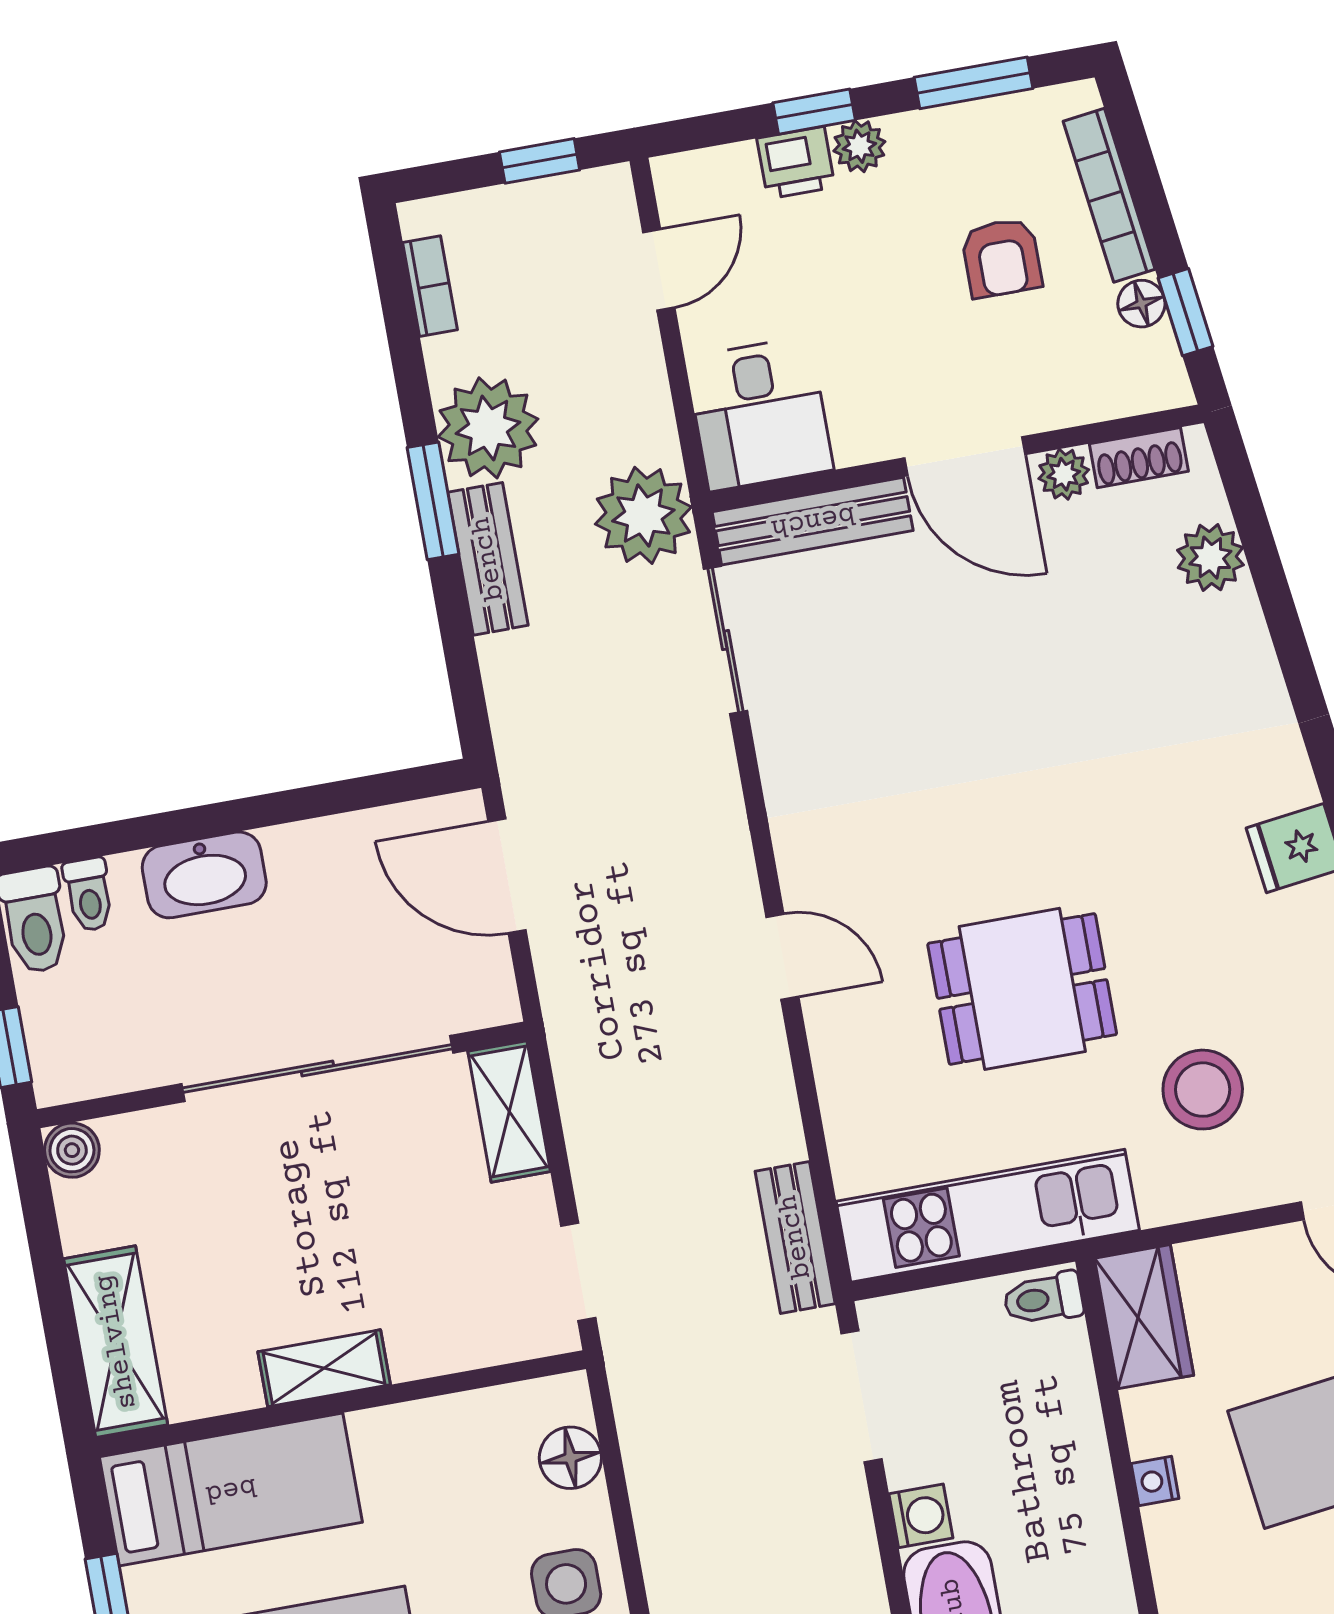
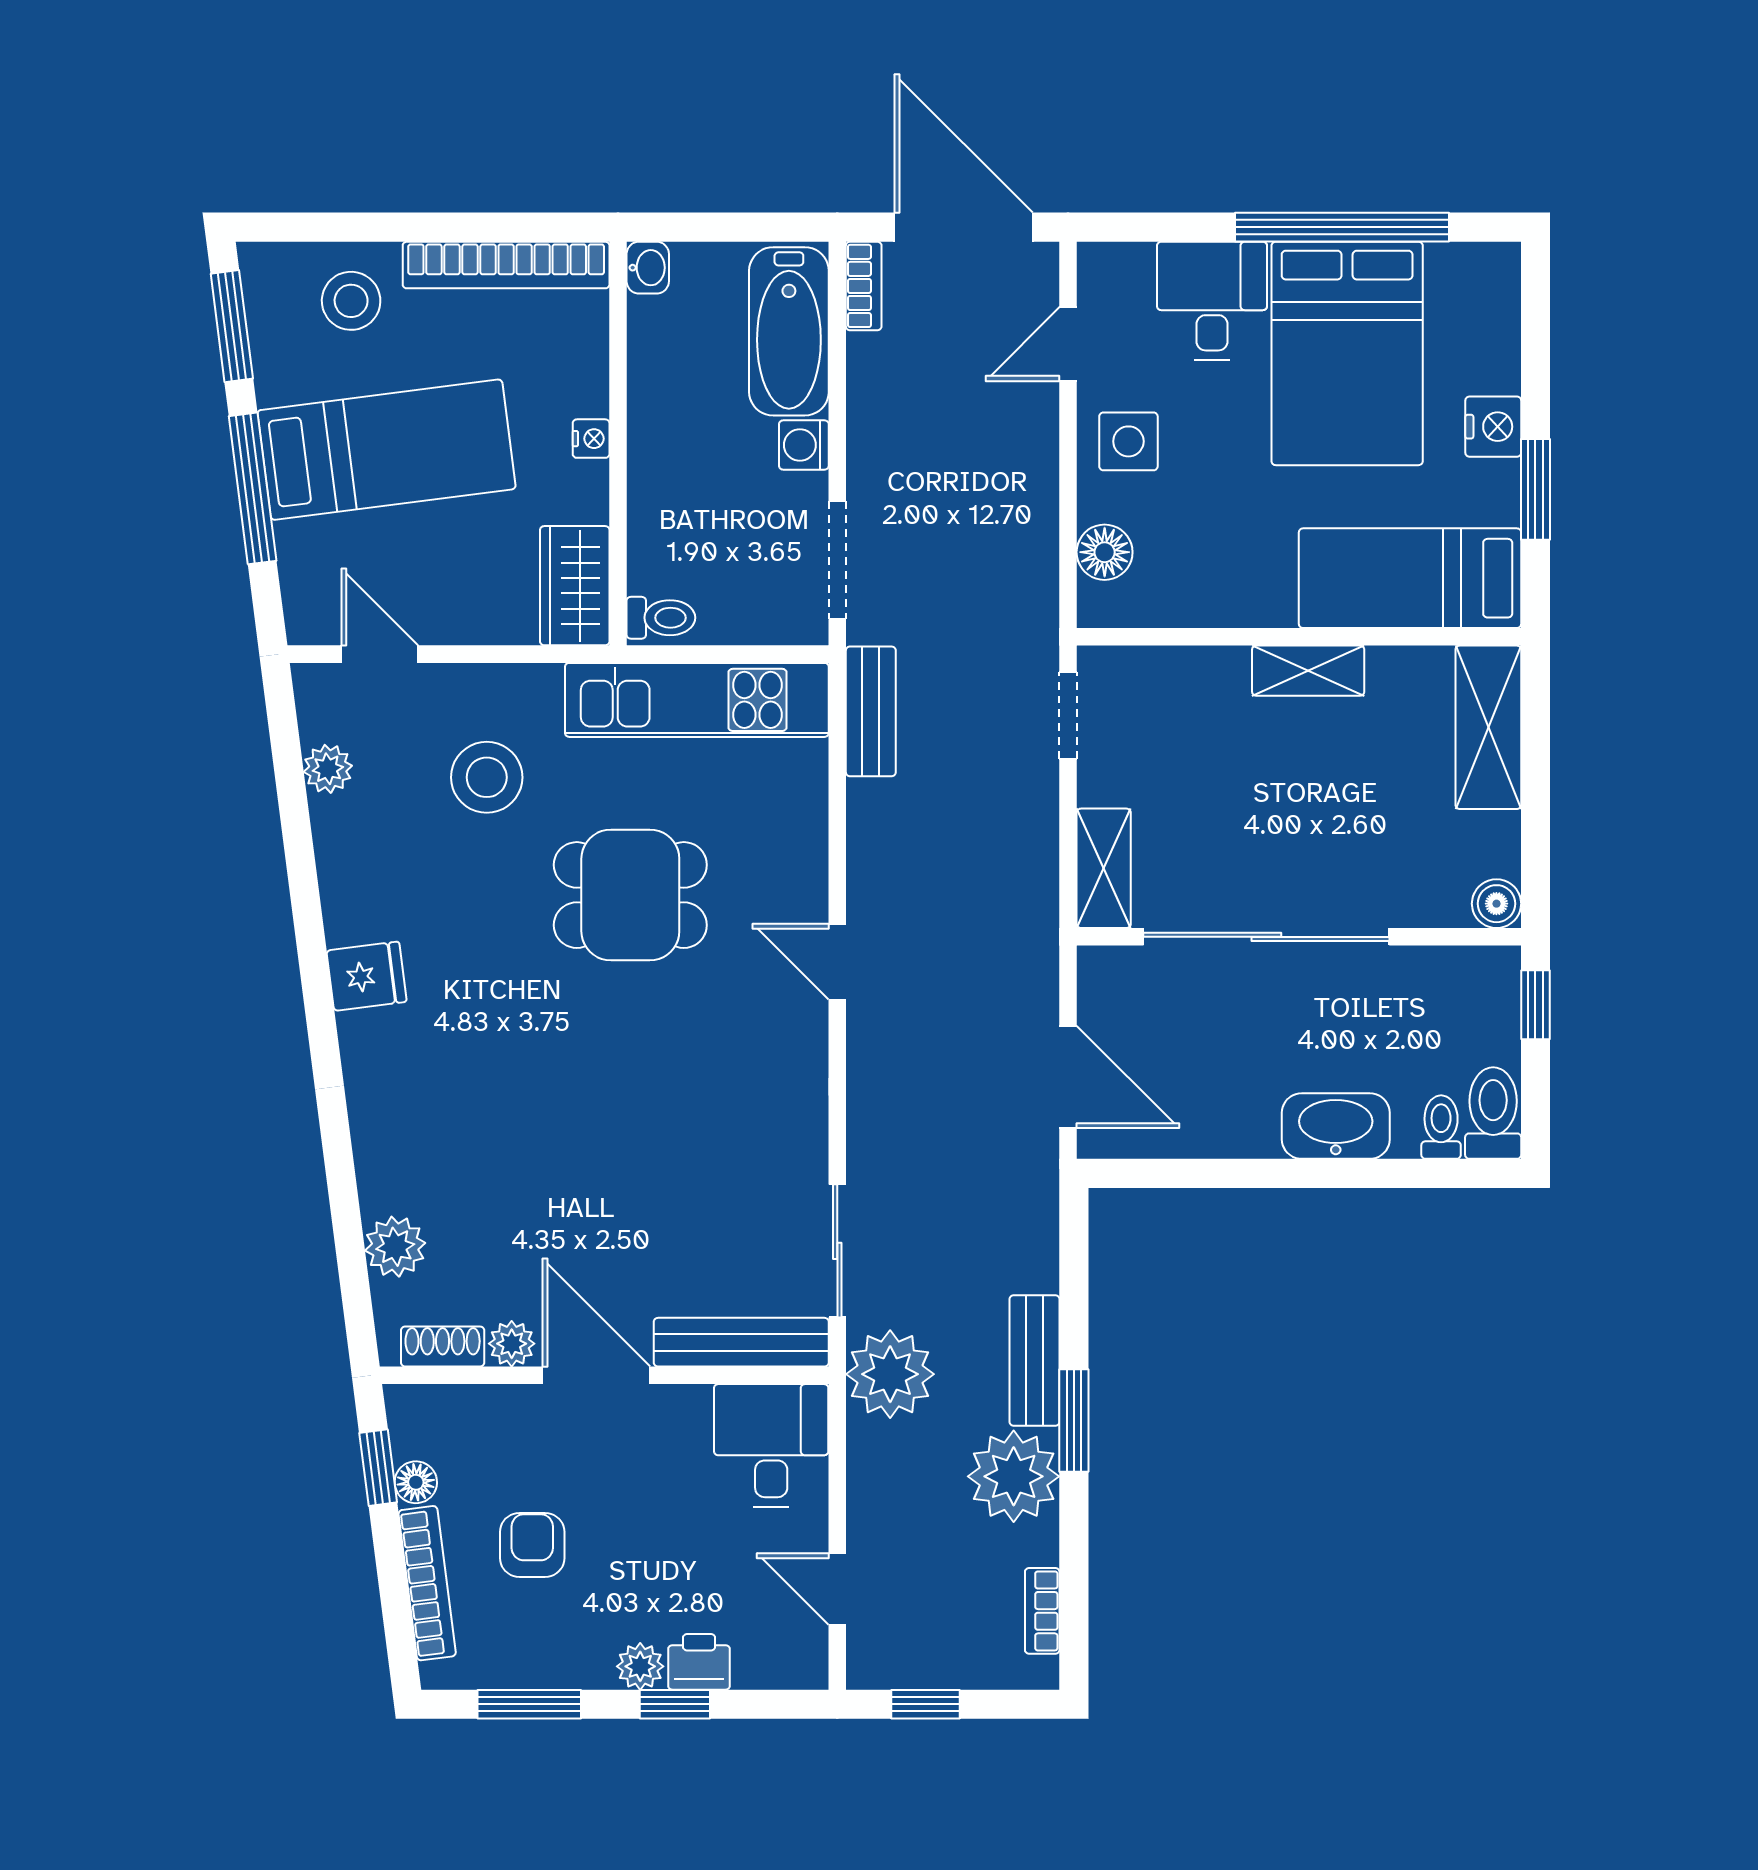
door: (659, 270) -> (837, 1589), hinge flipped

